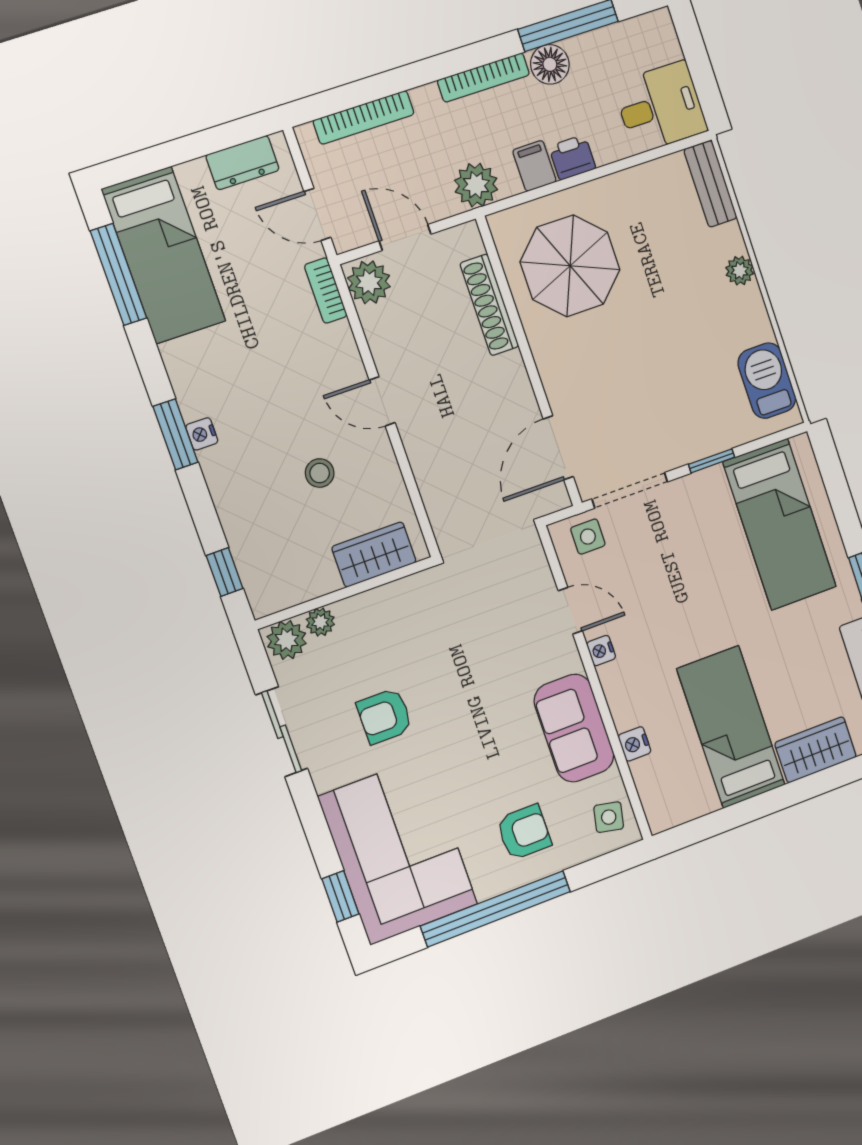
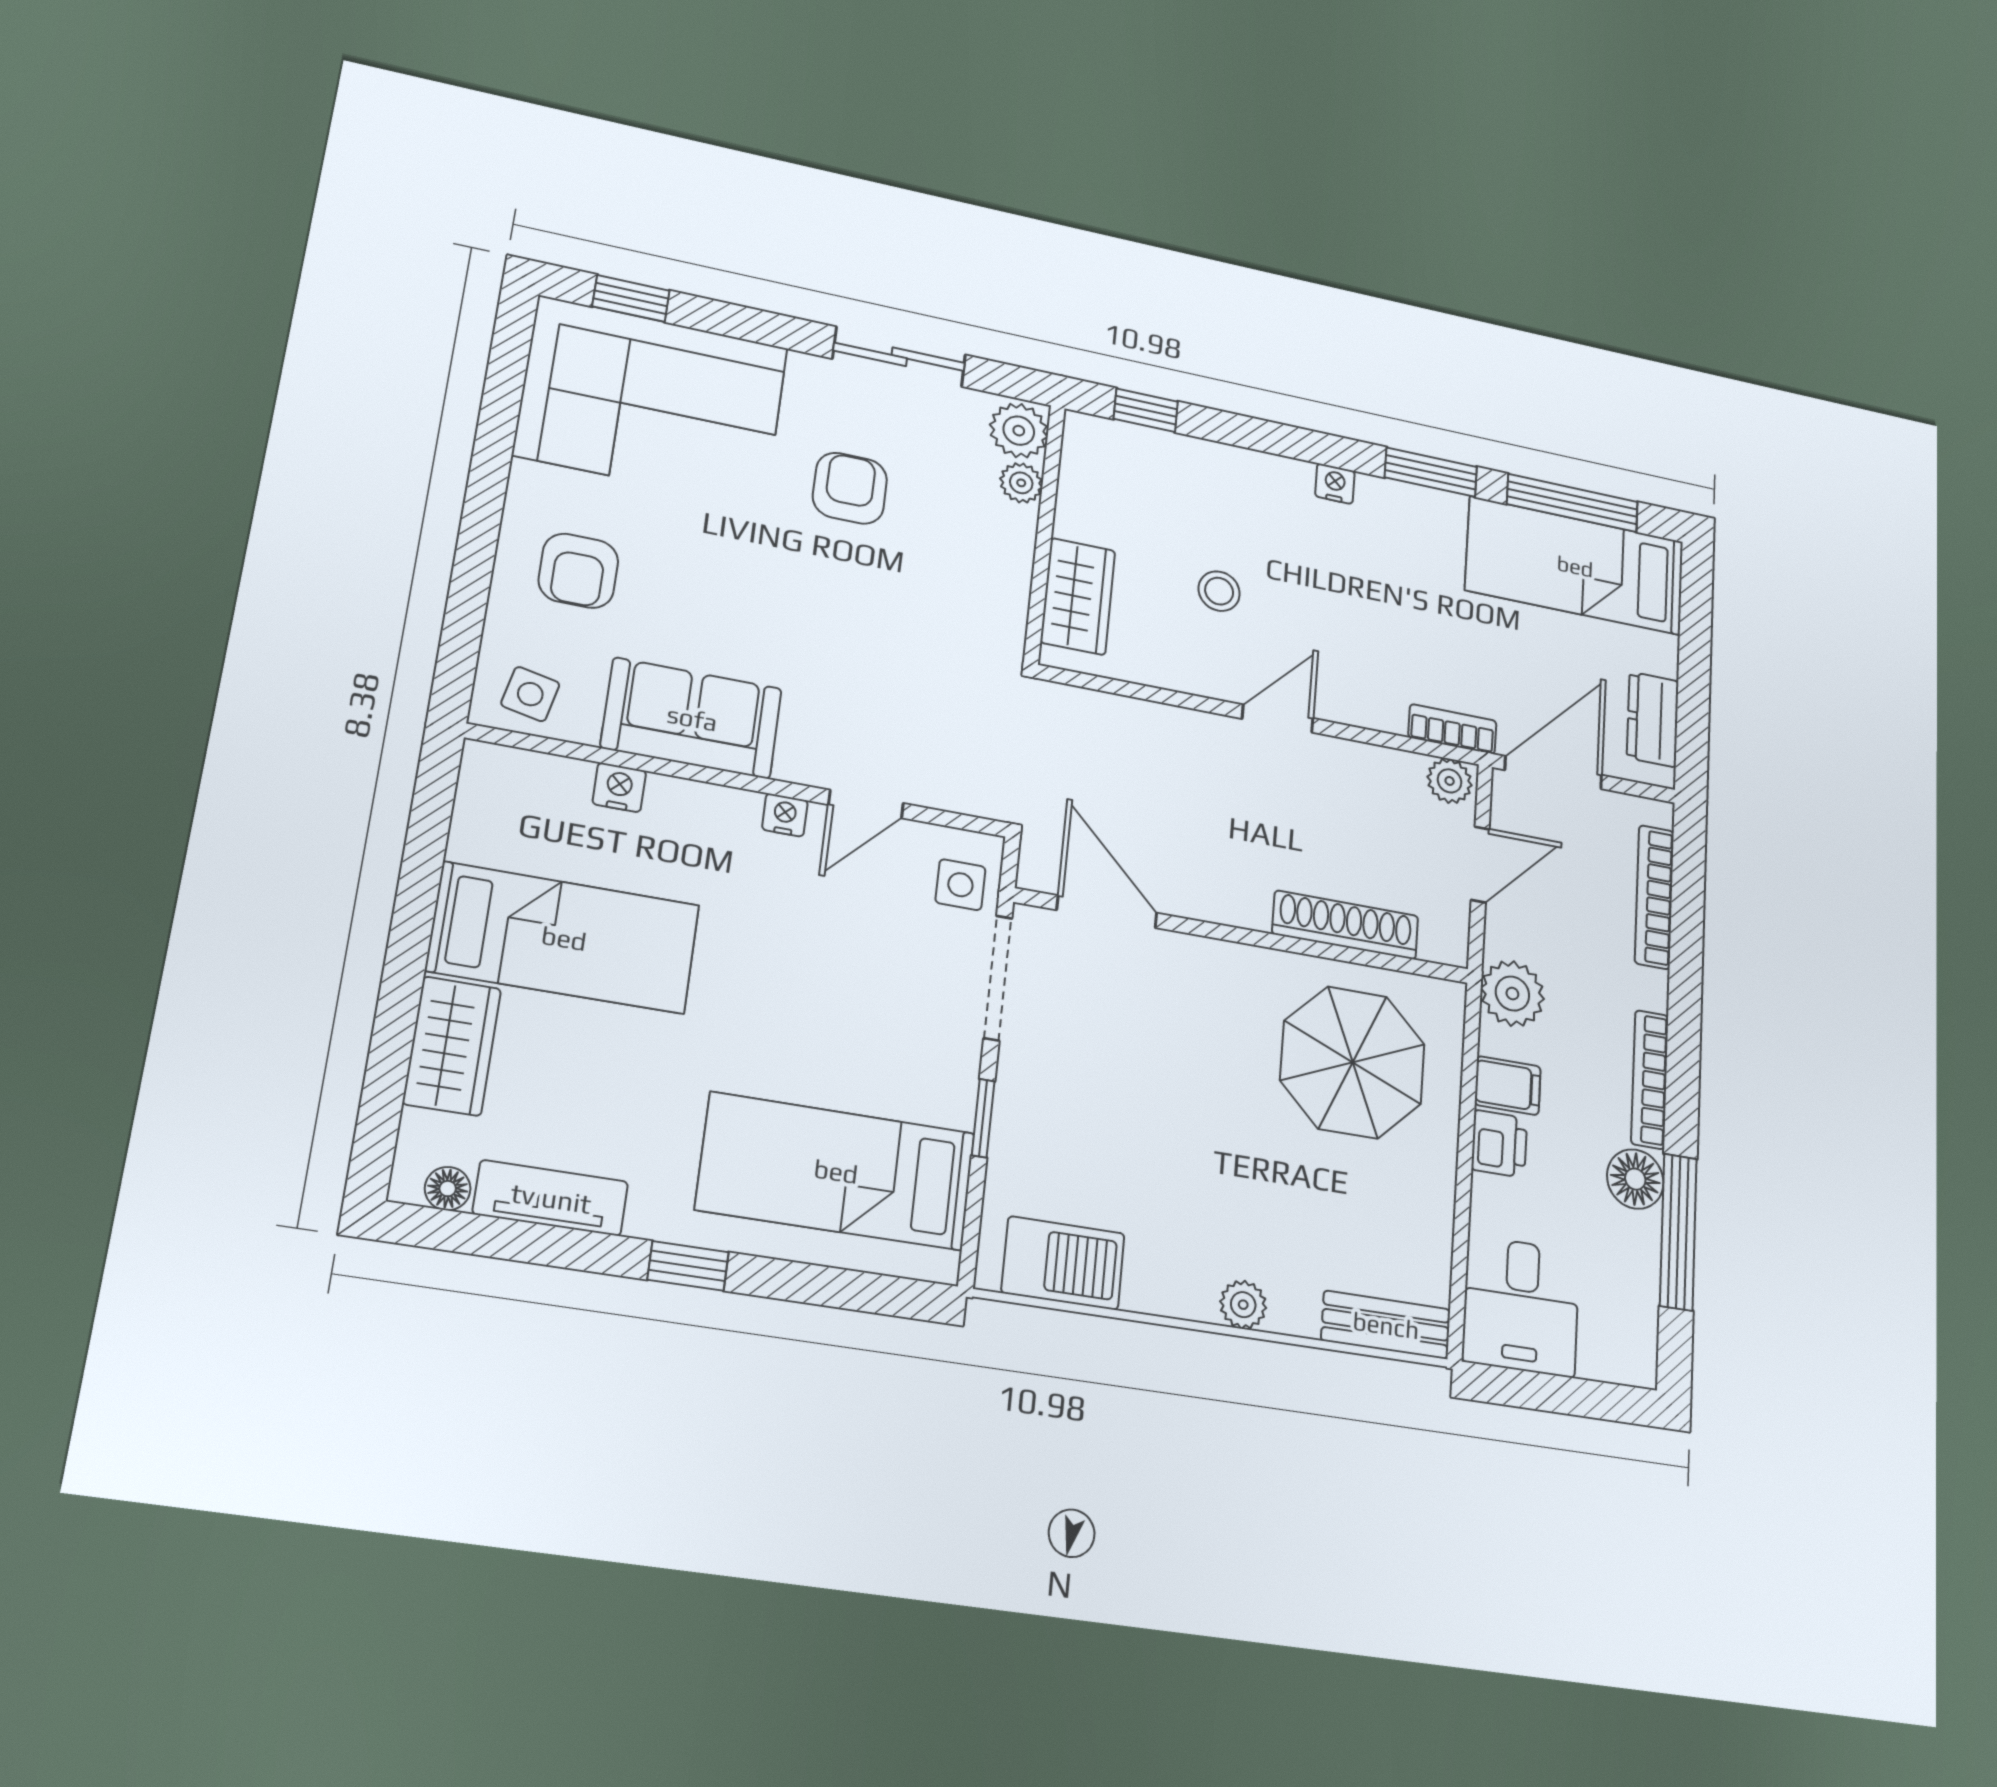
door: (317, 214) -> (1553, 772), width x1.38
plant: (369, 282) -> (1450, 781), width x0.73, depth x0.73
window: (175, 434) -> (1431, 472), moved
window: (496, 909) -> (489, 474), removed

